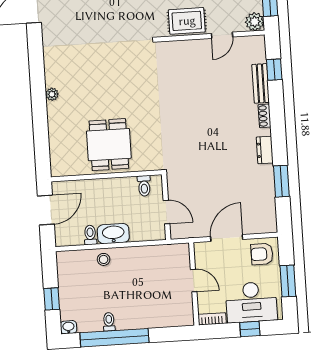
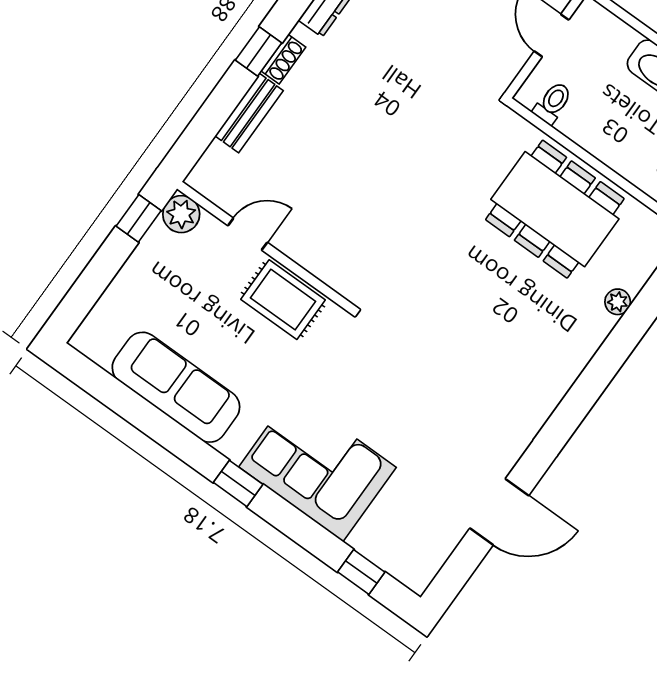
window: (274, 70) -> (258, 52), moved
plant: (52, 94) -> (618, 302), moved
dining table: (109, 145) -> (555, 209), width x1.38

